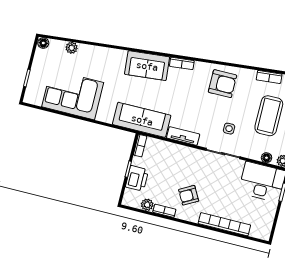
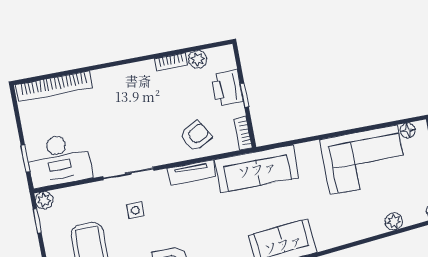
floor lamp: (267, 158) -> (408, 130), moved
armchair: (189, 195) -> (196, 136), moved
bookcase: (224, 224) -> (54, 86), moved

